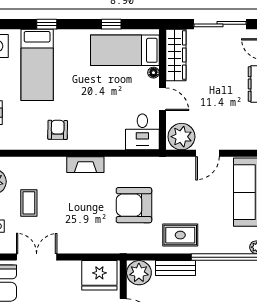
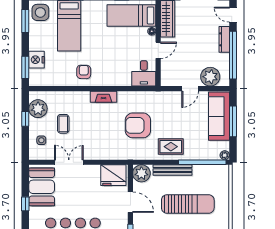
door: (162, 99) -> (158, 50), hinge flipped
plant: (181, 137) -> (210, 77), moved
bench: (176, 268) -> (173, 170), width x1.36

